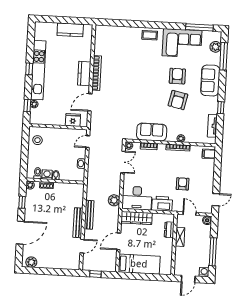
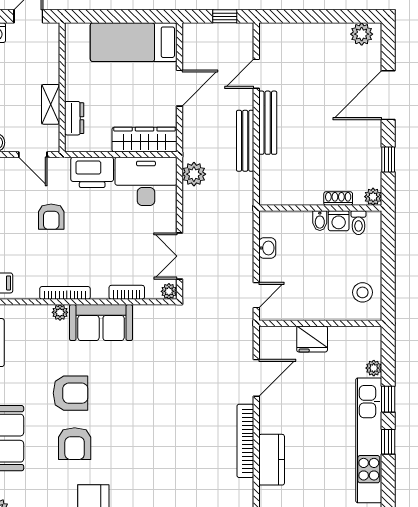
kitchen counter: (84, 73) -> (272, 460), moved
armchair: (178, 100) -> (70, 393), turned 78
window: (27, 106) -> (388, 399), moved
fridge: (73, 120) -> (312, 339), moved
sofa: (152, 132) -> (101, 323), moved

